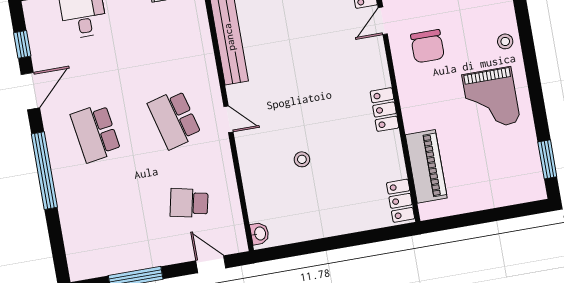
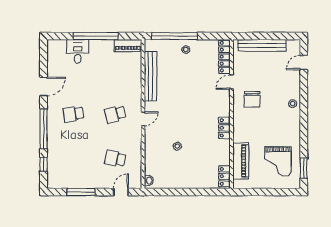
window: (22, 44) -> (44, 164), moved
grand piano: (491, 99) -> (278, 161), moved
school desk: (174, 119) -> (115, 114), width x0.54
door: (228, 119) -> (143, 119), hinge flipped
school desk: (96, 133) -> (73, 114), width x0.54
door: (211, 264) -> (121, 192), hinge flipped

